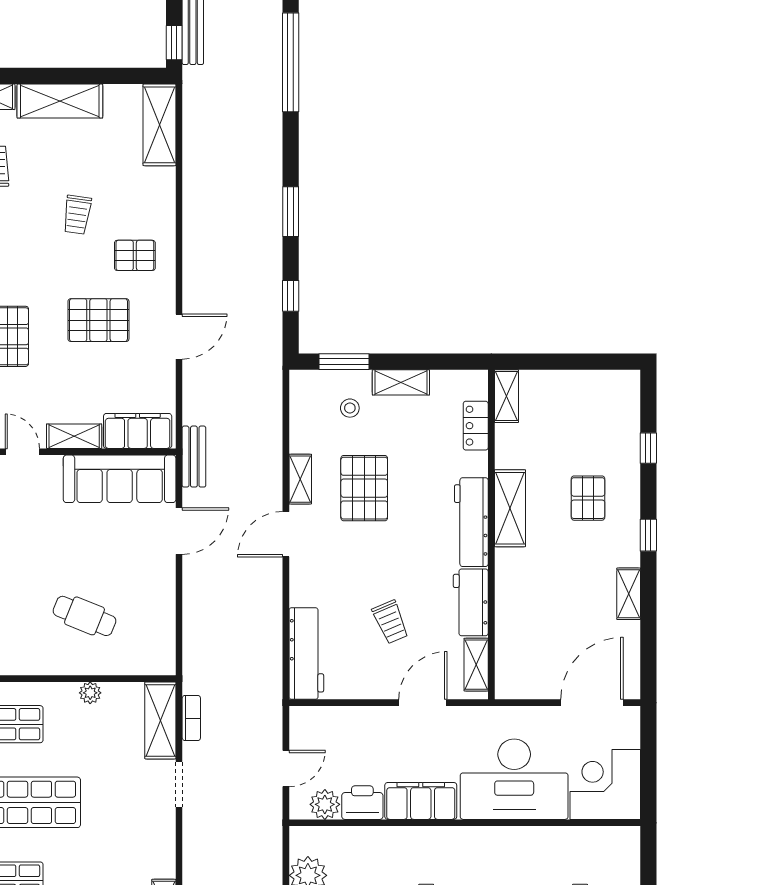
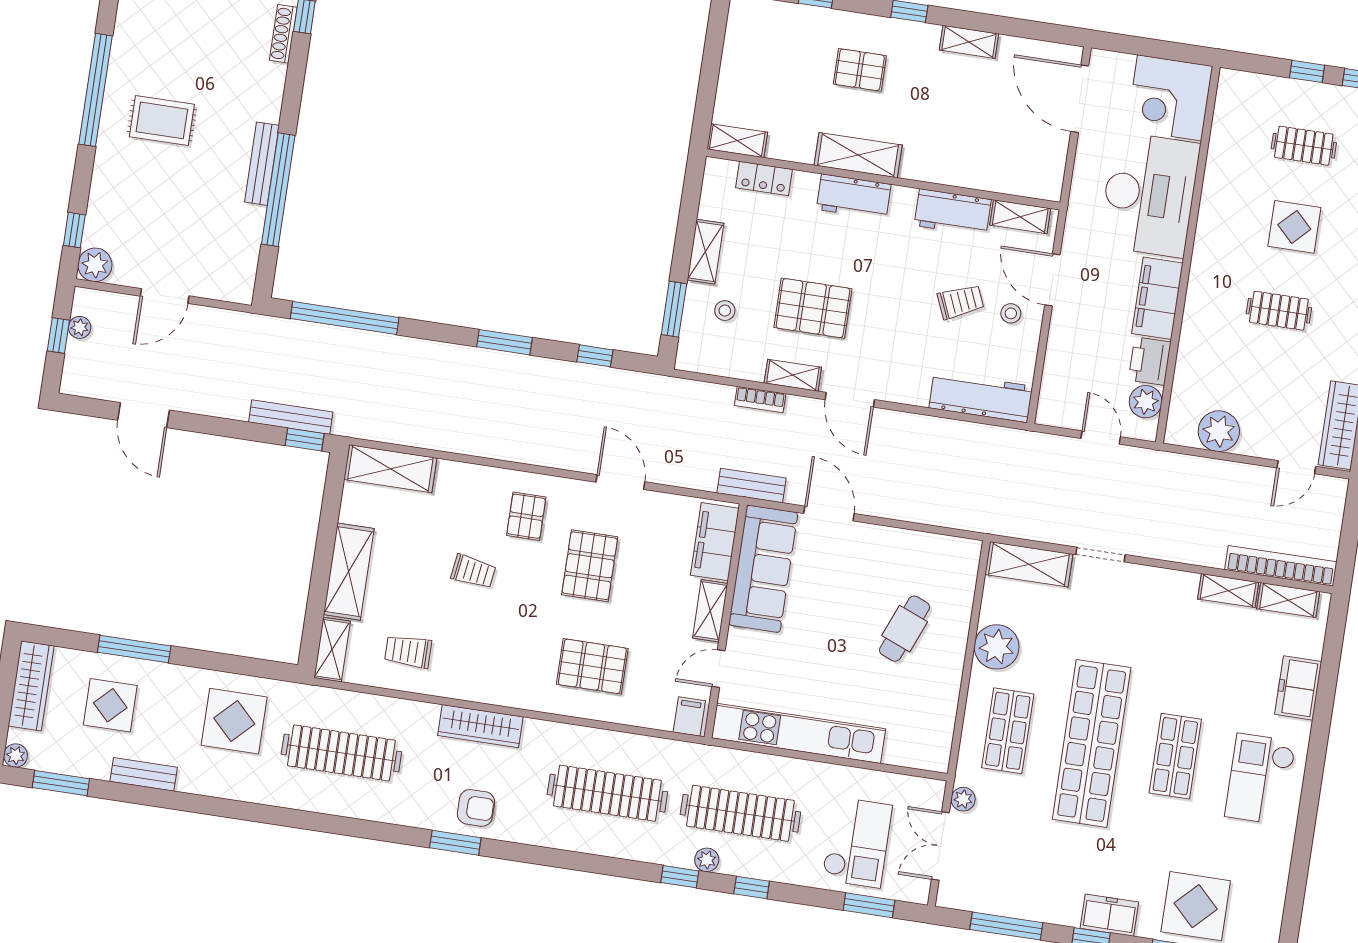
workbench: (471, 522) -> (854, 197), width x0.73
stool: (387, 669) -> (1011, 313), added
plant: (90, 693) -> (997, 647), width x1.88, depth x1.88
bookcase: (191, 718) -> (760, 400), moved, turned 180

